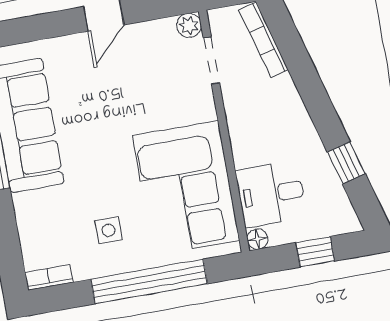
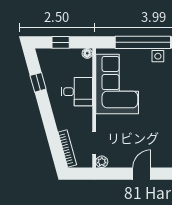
desk: (271, 194) -> (77, 92), moved
side table: (108, 230) -> (158, 56), moved

